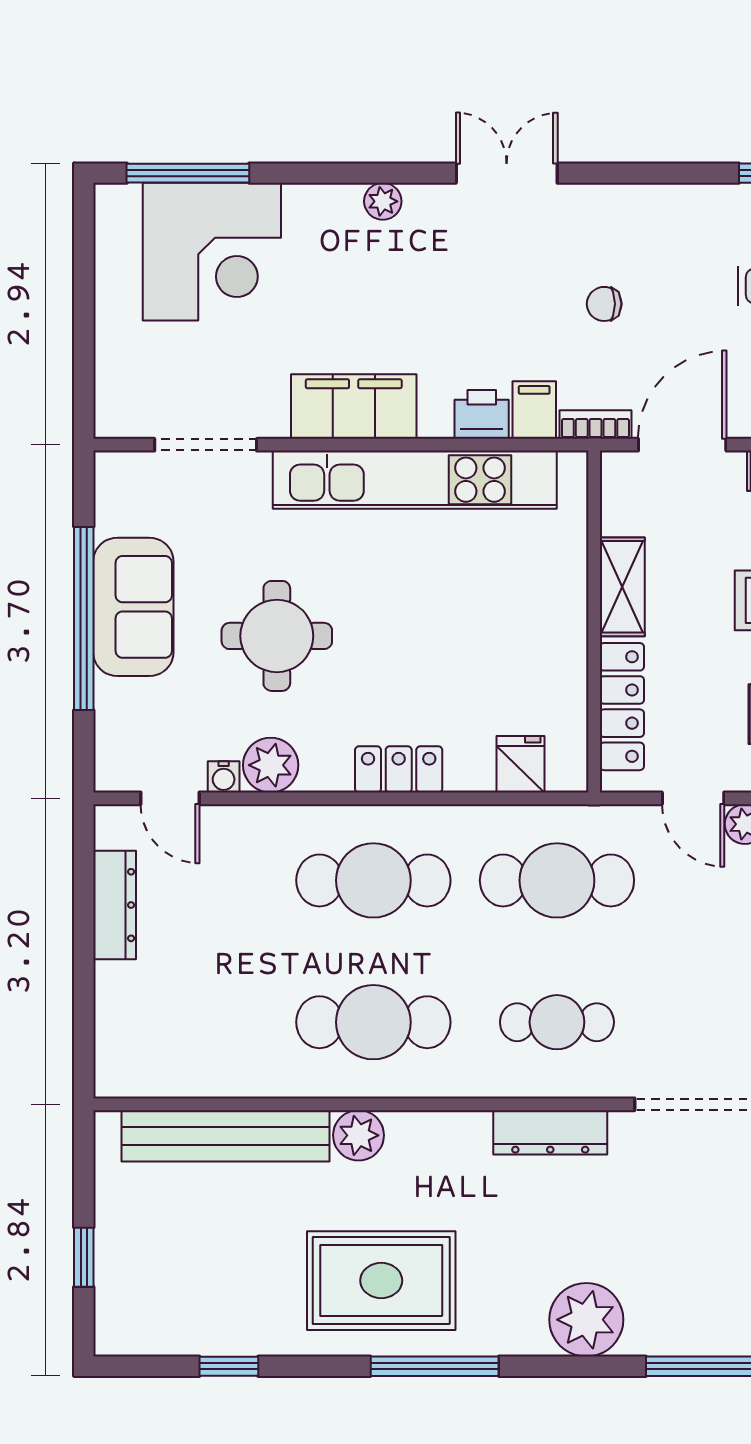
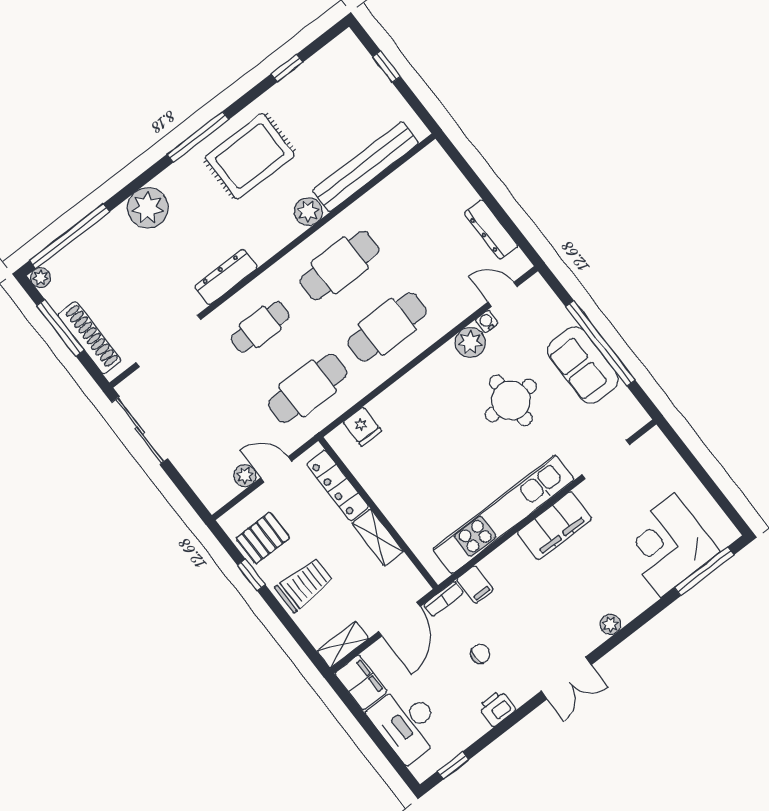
printer: (482, 414) -> (497, 708), moved, turned 180
locker: (399, 769) -> (413, 383), removed

